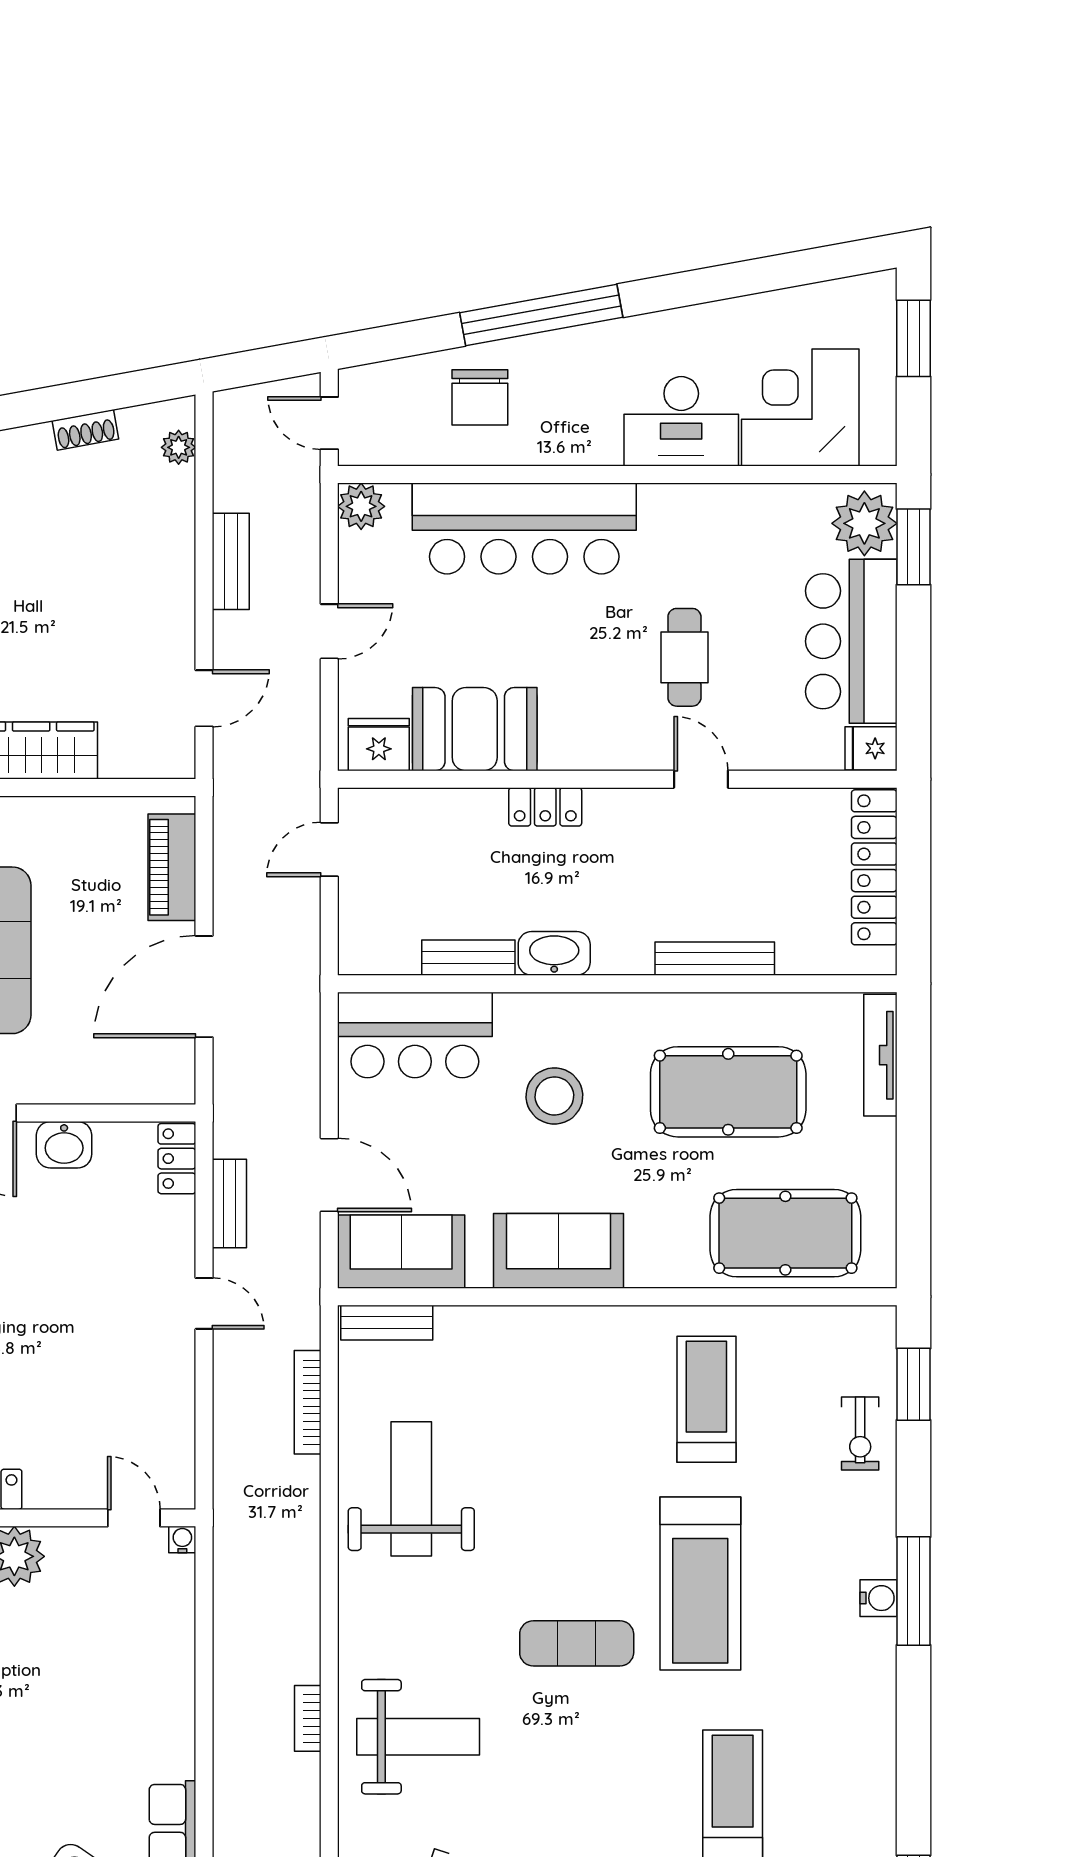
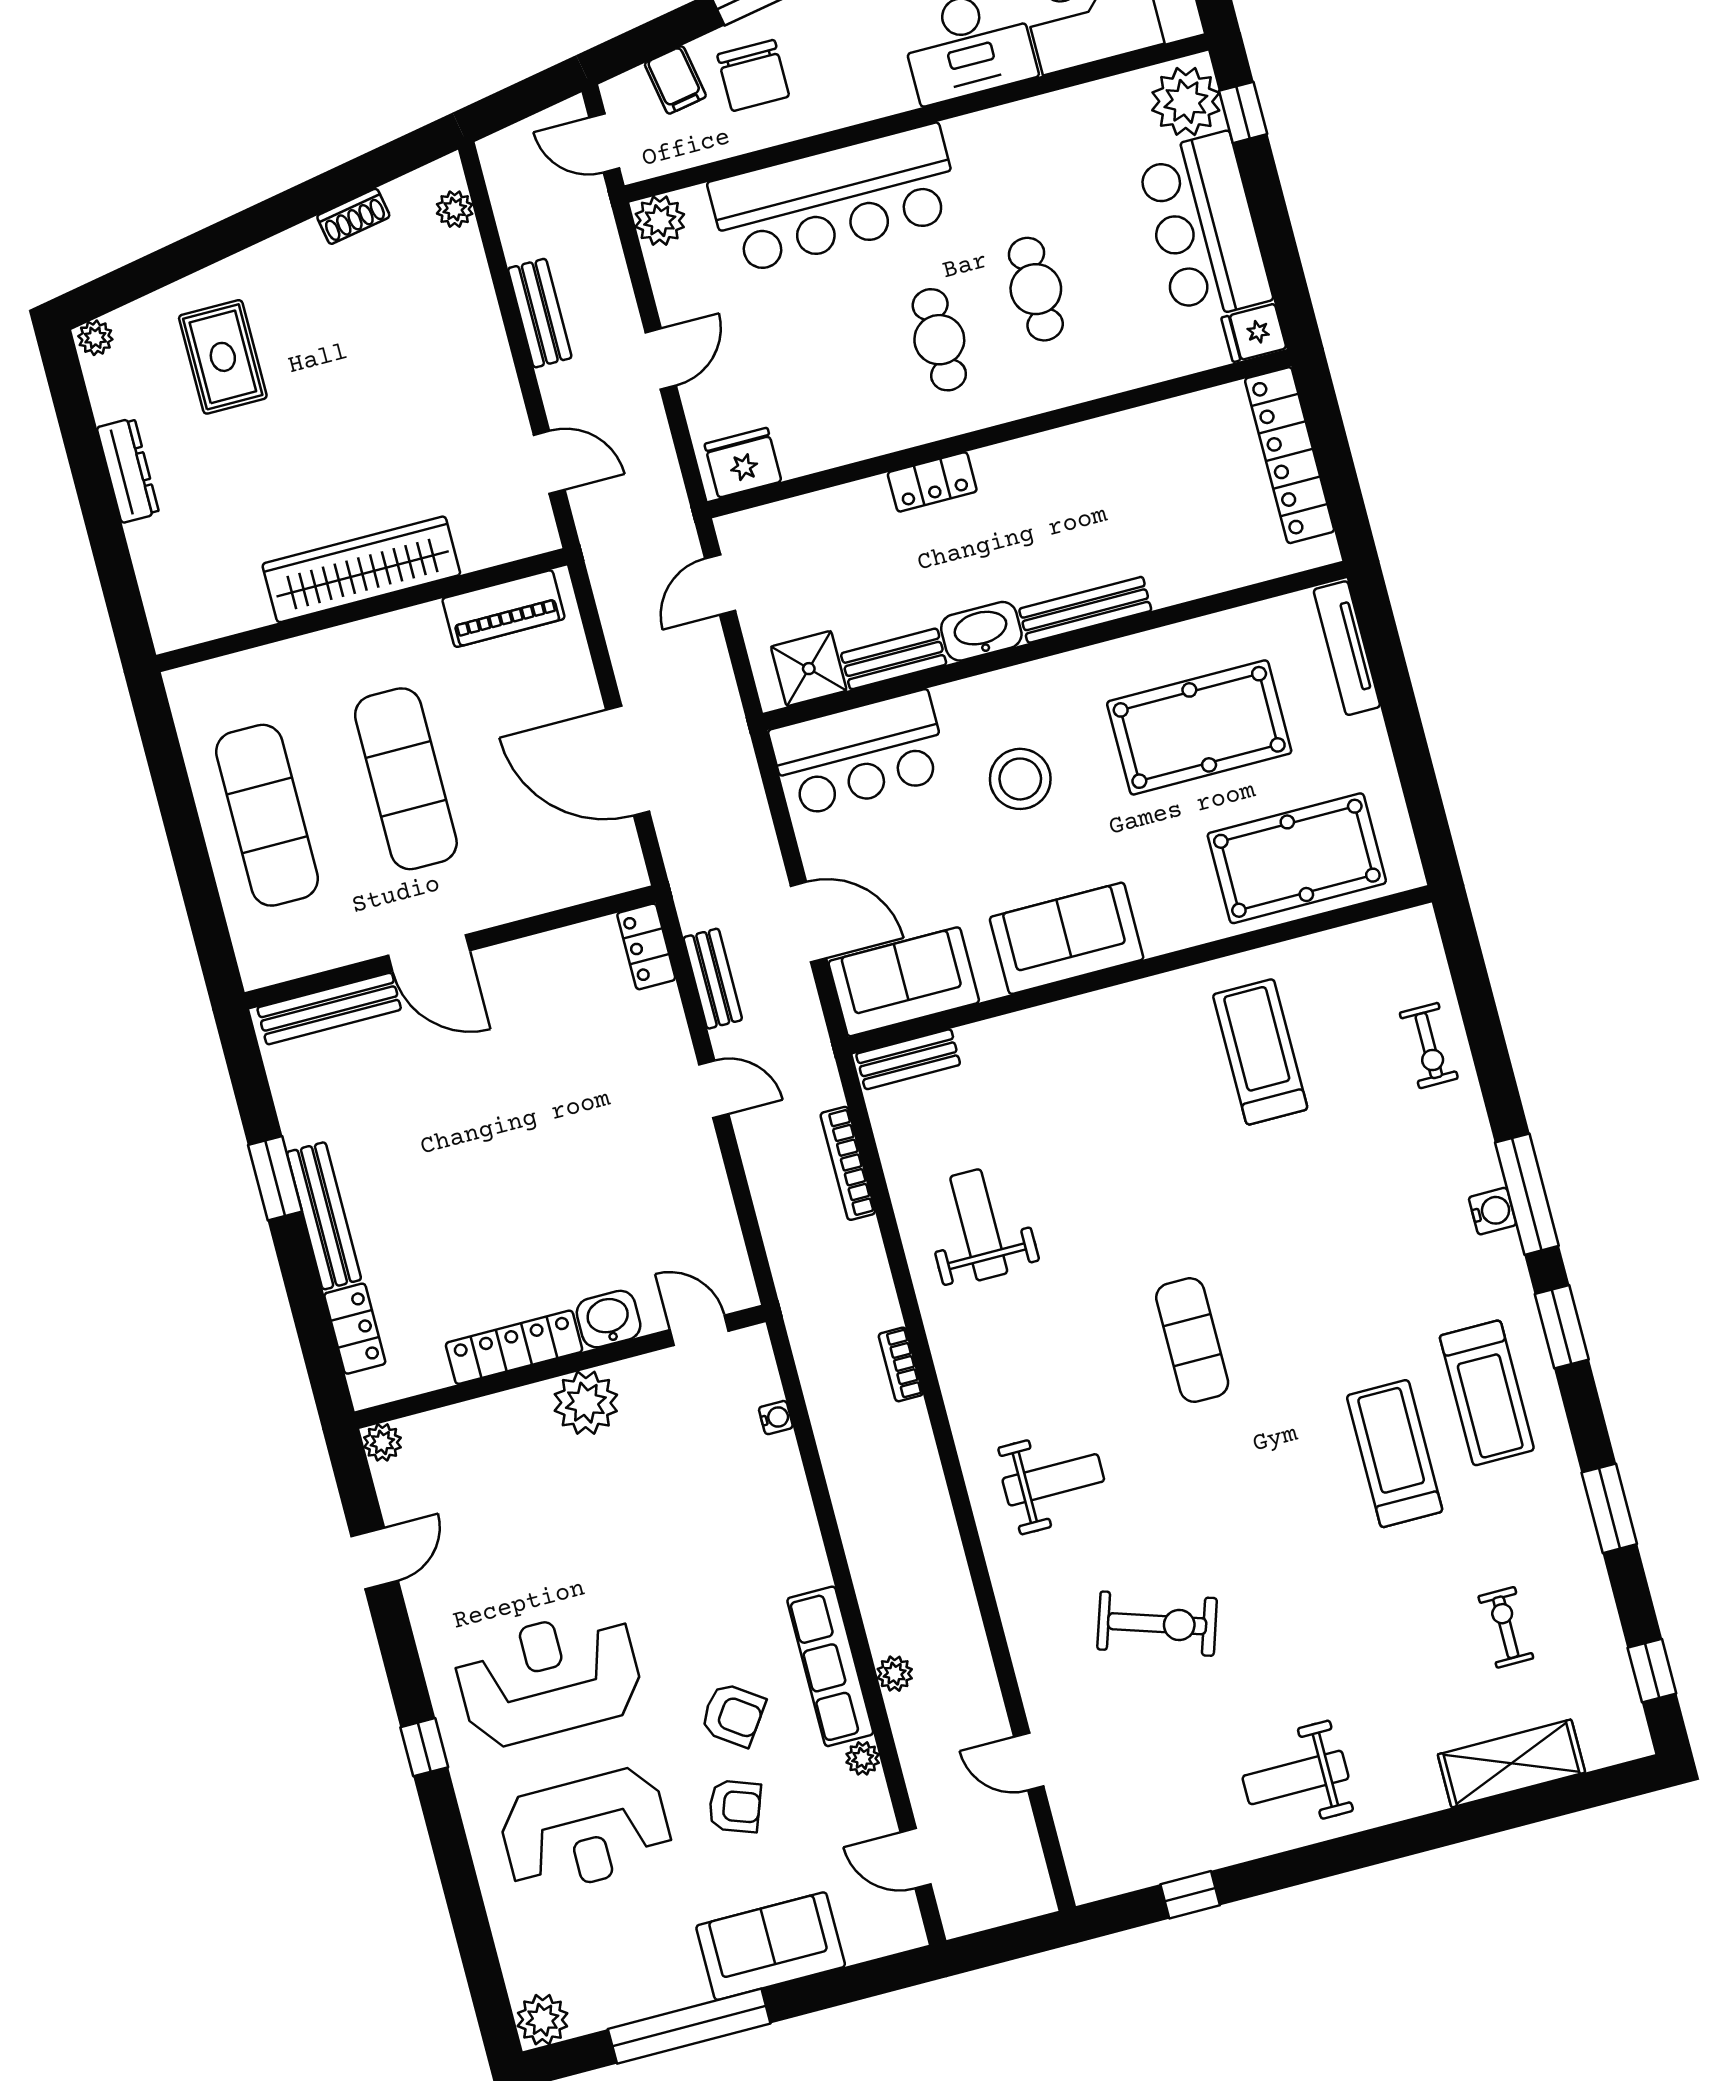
filing cabinet: (409, 383) -> (675, 80), added
window: (914, 547) -> (1243, 112), width x0.67
cafe table: (585, 680) -> (939, 340), added
door: (204, 698) -> (549, 462), hinge flipped
booth: (475, 729) -> (838, 421), removed
door: (701, 779) -> (1086, 411), removed
piano: (172, 867) -> (504, 609), moved, turned -90
shower: (390, 946) -> (809, 669), added
bench: (715, 959) -> (1085, 610), moved
door: (204, 987) -> (628, 761), hinge flipped
washbasin: (64, 1145) -> (609, 1319), moved, turned 180
window: (914, 1384) -> (1562, 1327), moved
weight bench: (411, 1489) -> (979, 1225), width x0.73, depth x0.75
water cooler: (182, 1540) -> (776, 1418), moved, turned 90
treadmill: (700, 1583) -> (1487, 1393), moved, width x0.73, depth x0.73
exercise mat: (577, 1643) -> (1192, 1340), turned 90
bookcase: (308, 1718) -> (901, 1364), moved
weight bench: (418, 1737) -> (1053, 1480), width x0.73, depth x0.75

